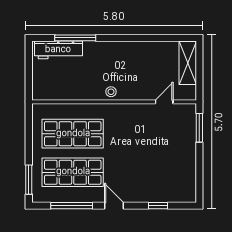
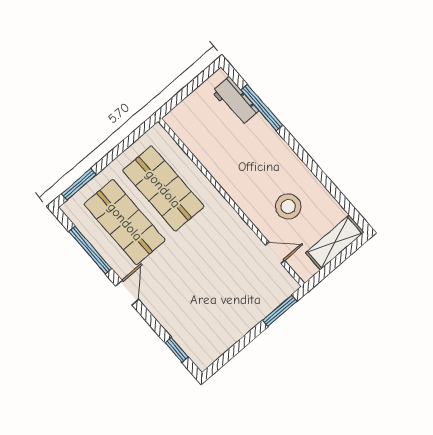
workbench: (58, 50) -> (235, 101), width x0.73
stool: (111, 92) -> (288, 206), moved, width x1.89, depth x1.89
window: (158, 206) -> (177, 350), moved

